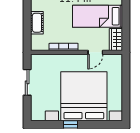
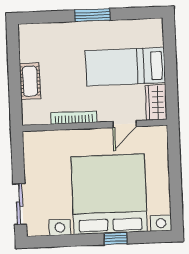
sliding door: (27, 82) -> (20, 204), moved
window: (71, 124) -> (116, 239), moved

